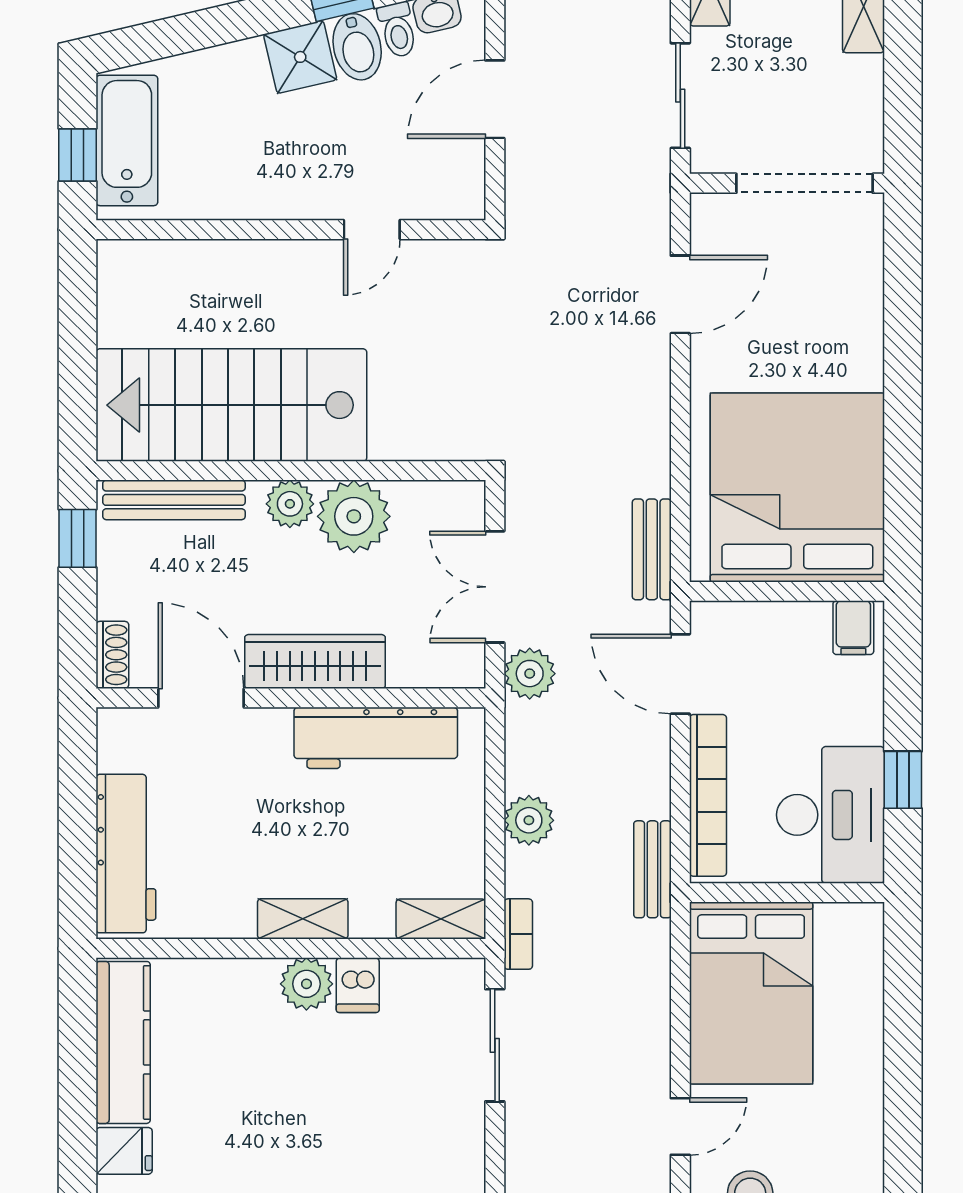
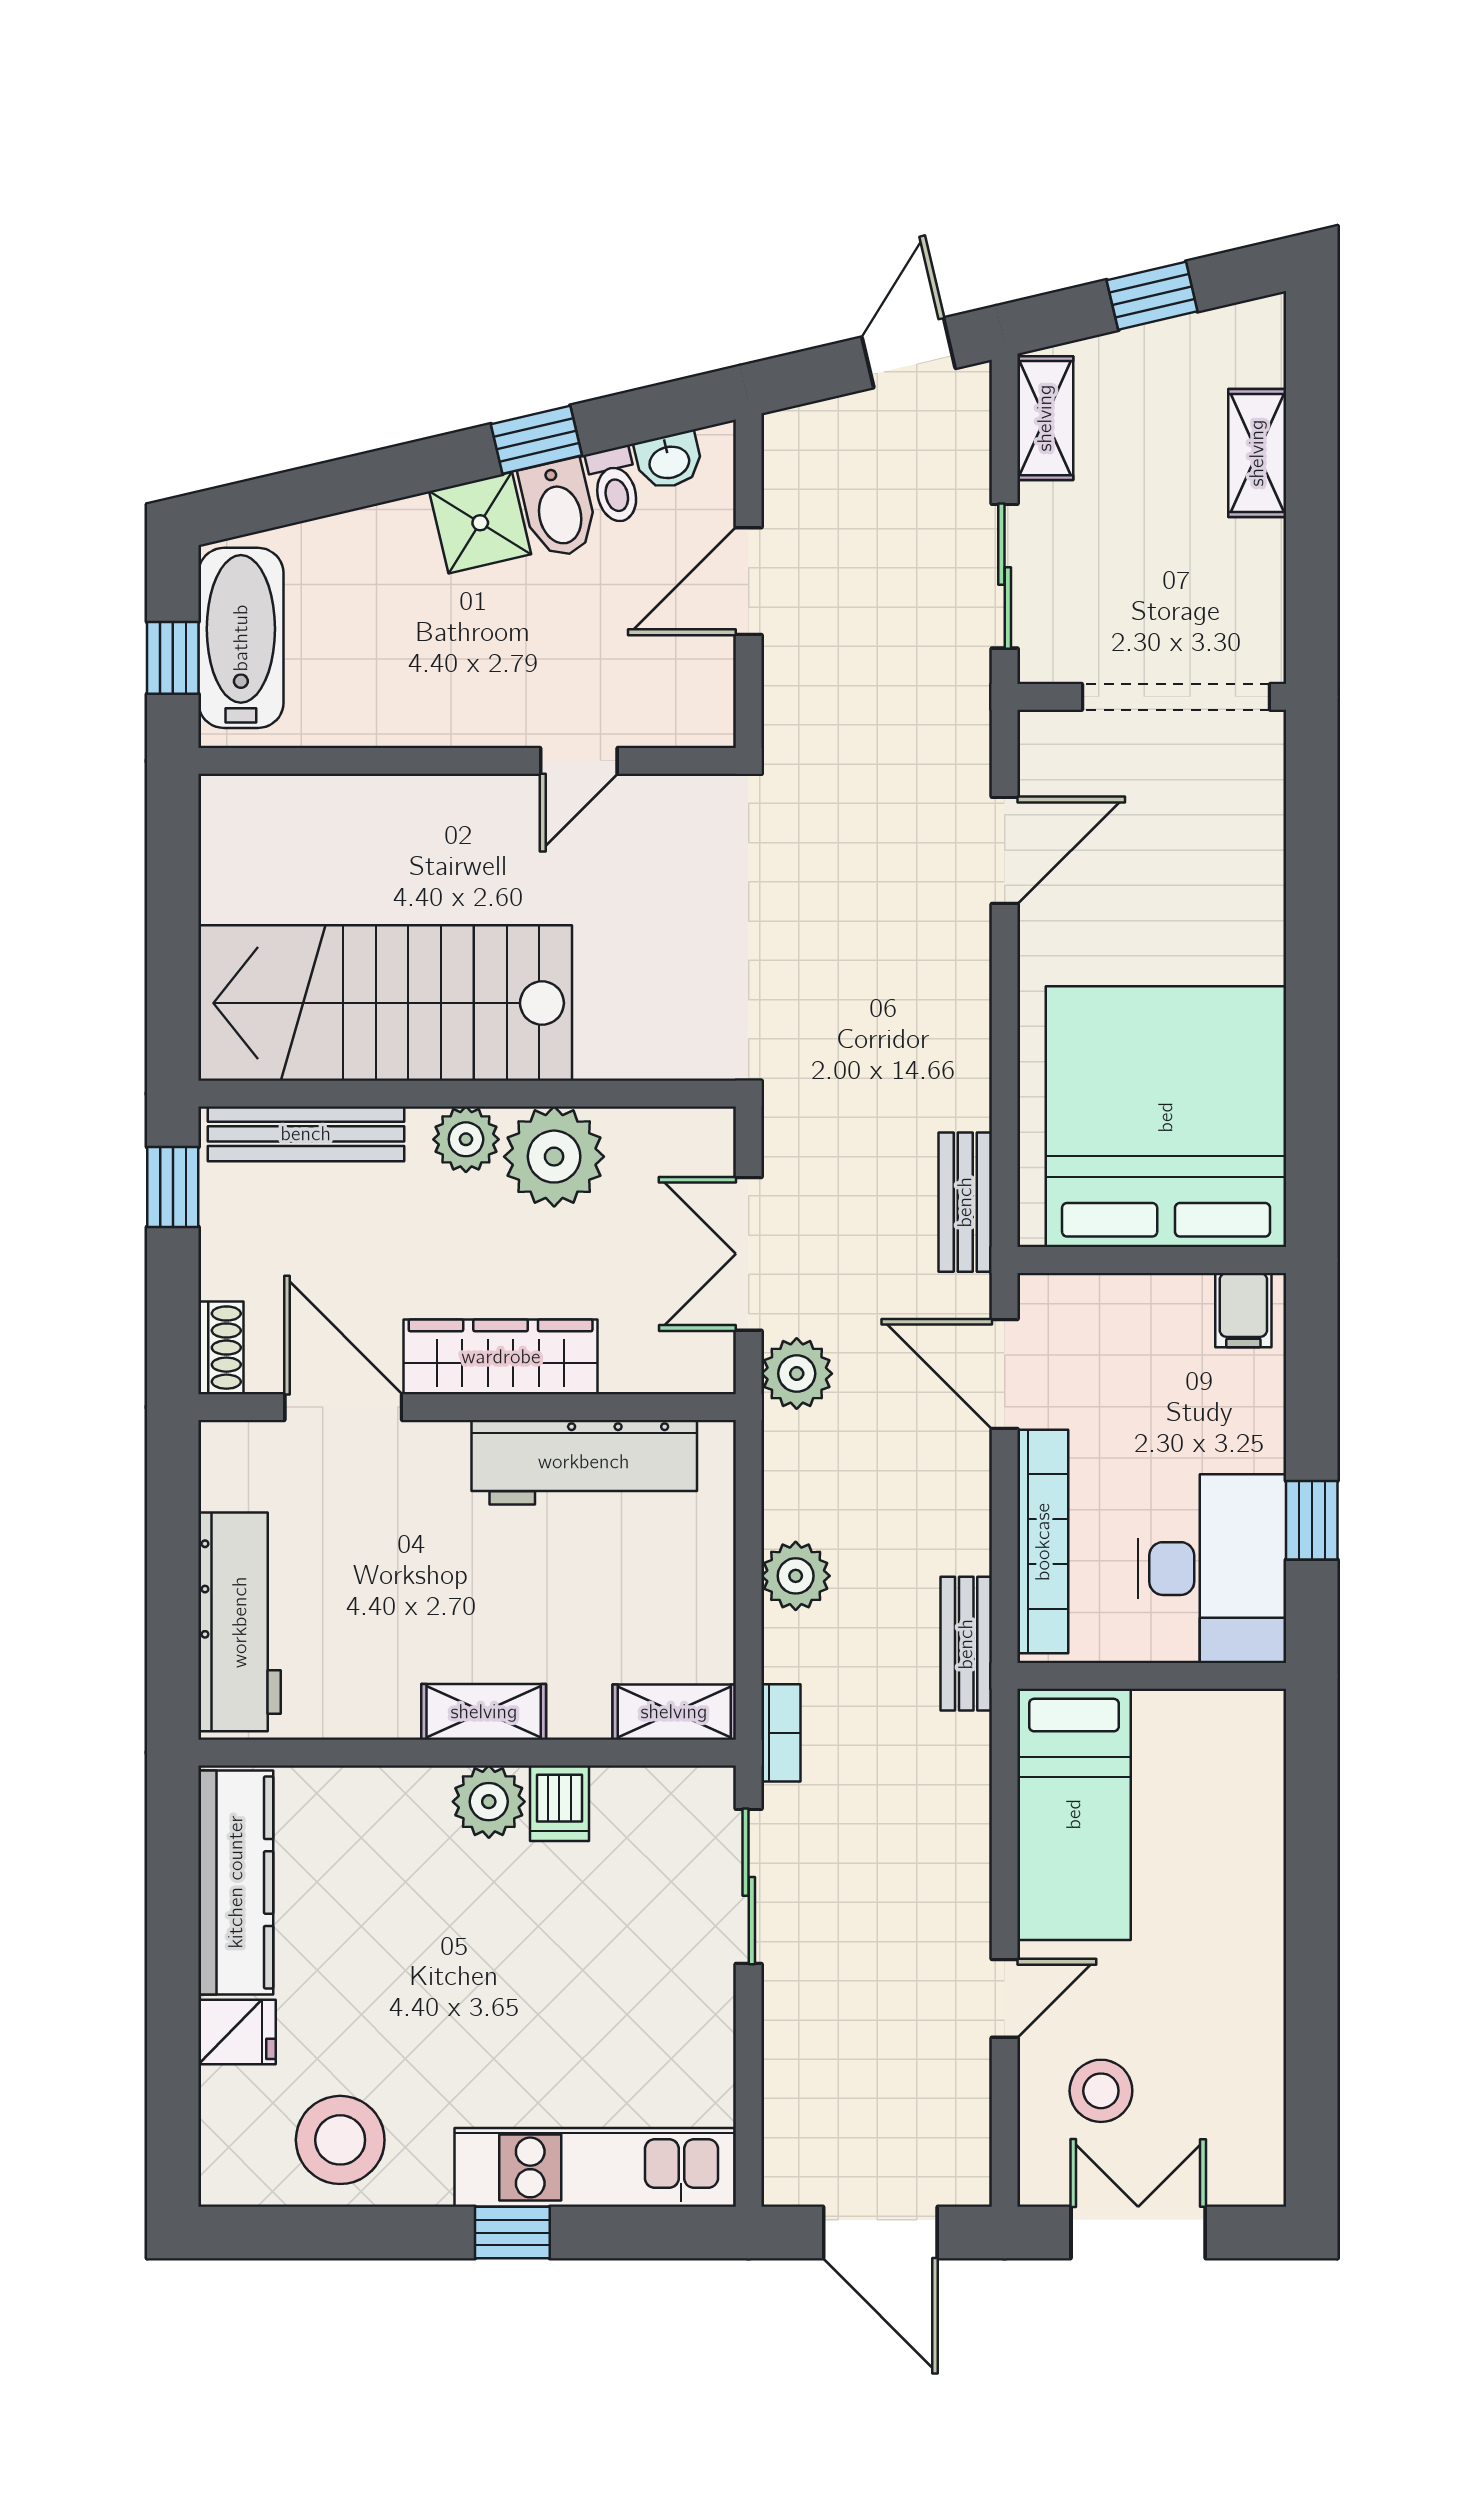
bed: (751, 993) -> (1074, 1814), width x0.67

